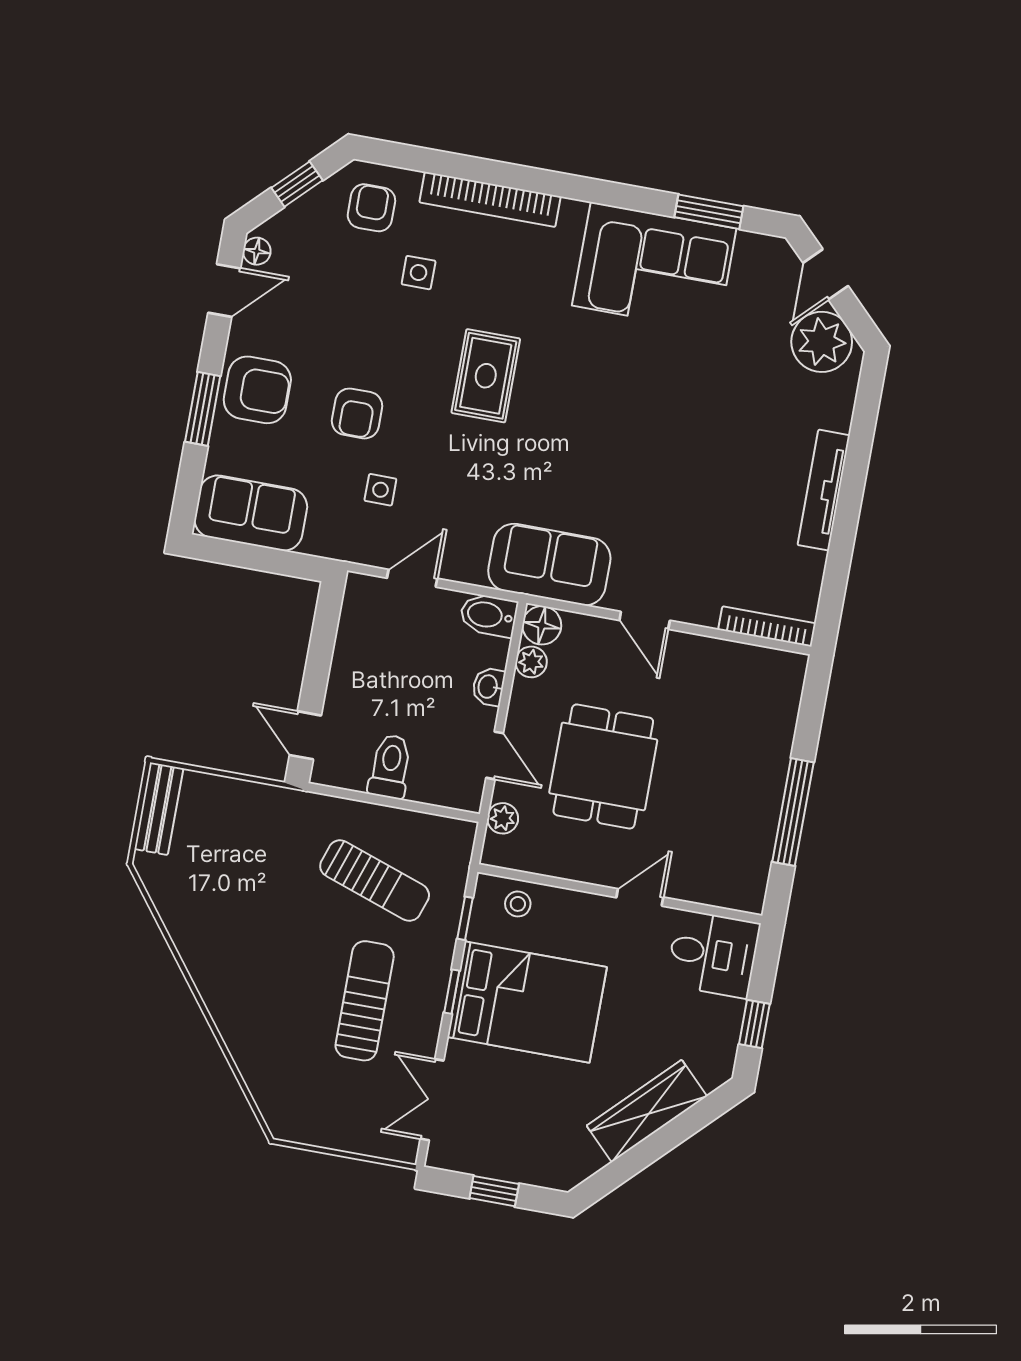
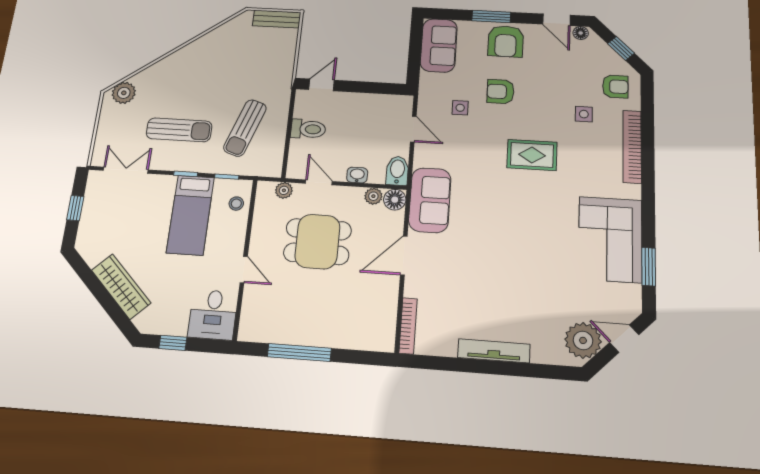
door: (645, 620) -> (404, 256), width x1.38
door: (495, 755) -> (319, 182), swing flipped
bed: (527, 1002) -> (190, 215), width x0.67
plant: (278, 1101) -> (124, 93), added

